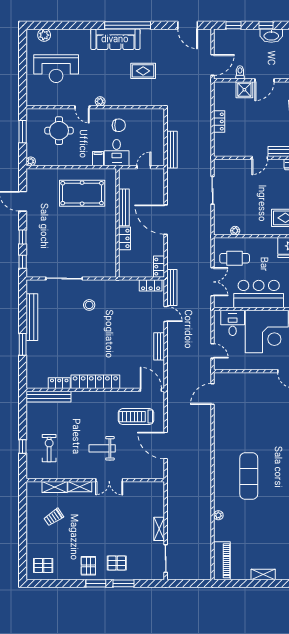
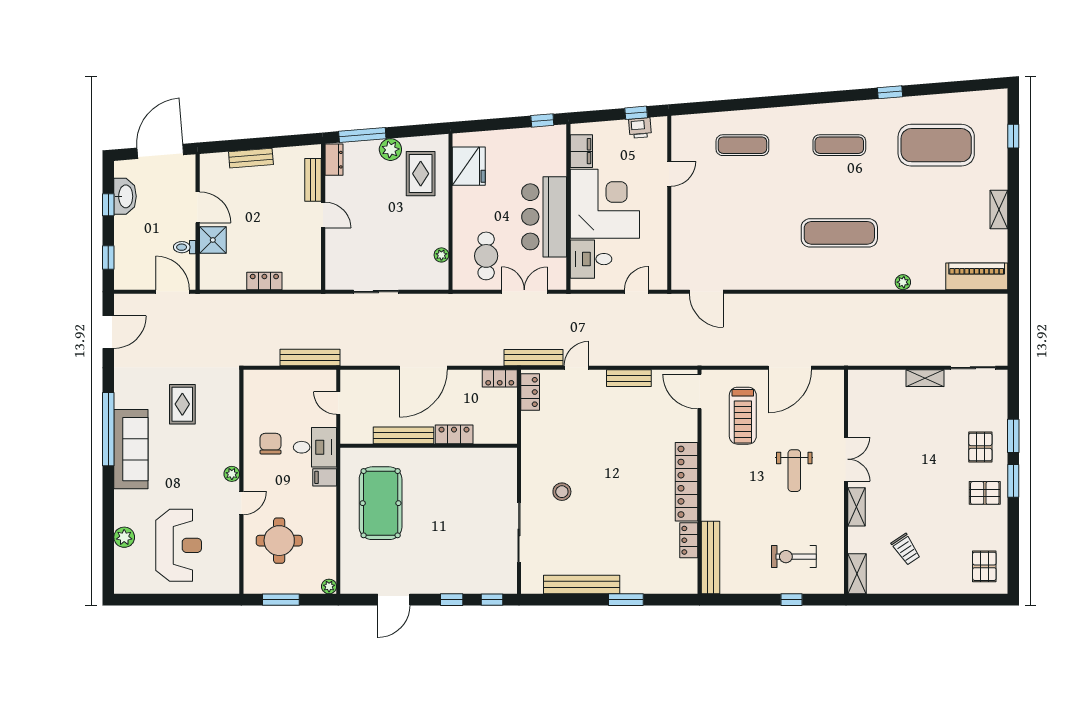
plant: (44, 35) -> (124, 537), moved
door: (151, 390) -> (700, 392), hinge flipped
shelving: (55, 487) -> (857, 574), moved

